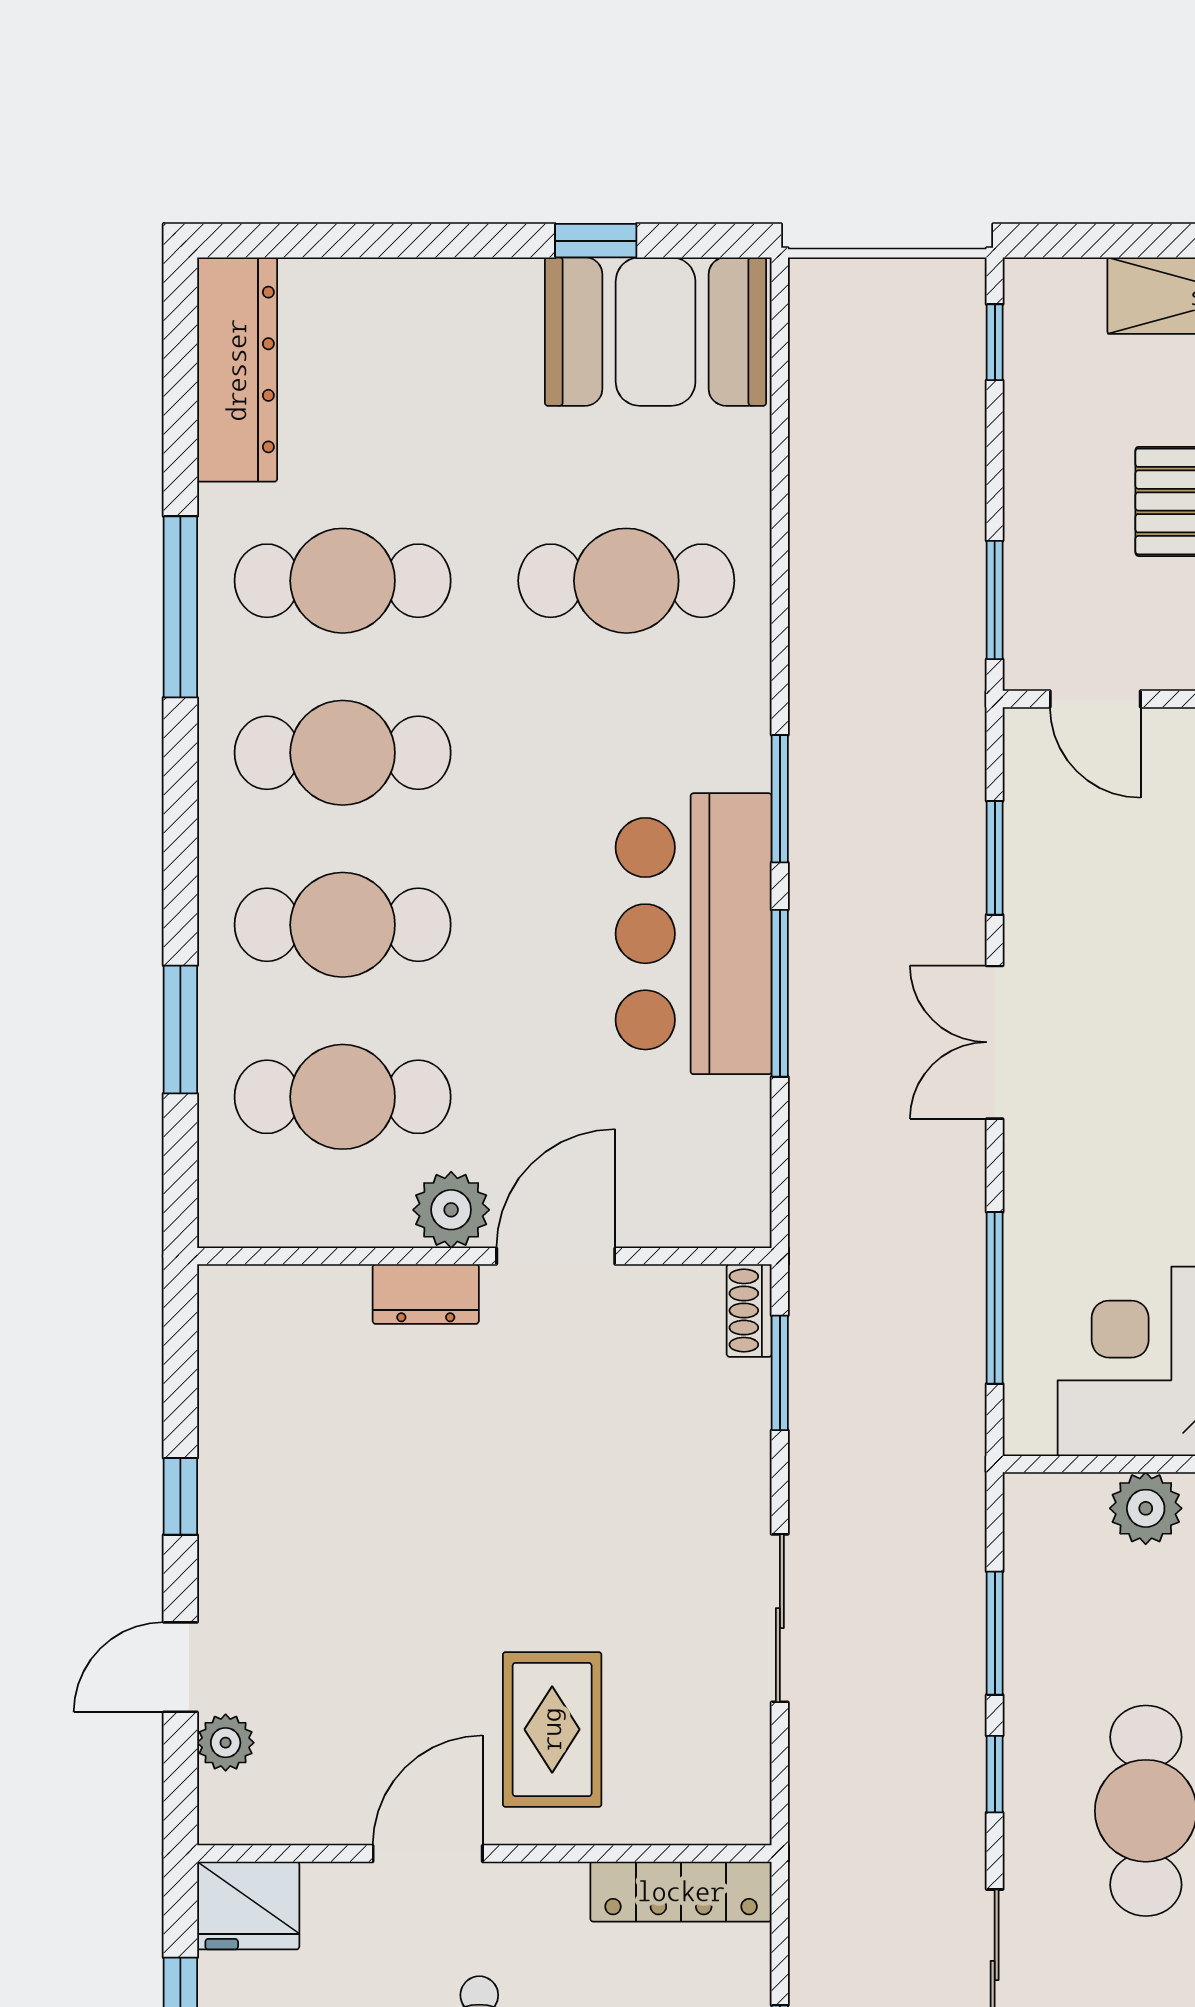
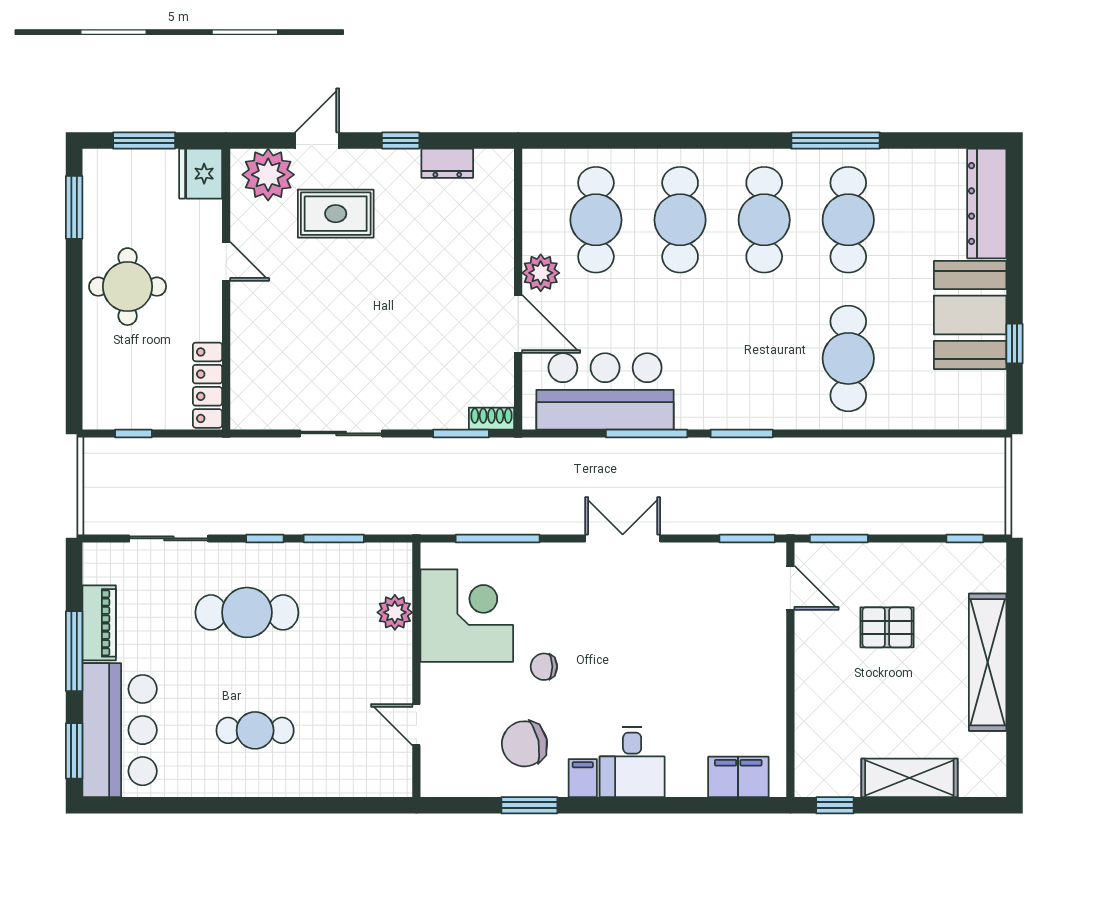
booth: (656, 332) -> (970, 315), moved
dresser: (237, 370) -> (987, 203), moved, turned 90
door: (1095, 699) -> (790, 588), swing flipped
window: (995, 858) -> (747, 538), moved
bar counter: (694, 934) -> (605, 391), moved
window: (180, 1029) -> (629, 140), removed
dresser: (426, 1294) -> (447, 163), moved, turned -90
door: (180, 1667) -> (317, 140), hinge flipped
rug: (552, 1729) -> (336, 214), moved
plant: (226, 1743) -> (268, 175), width x1.87, depth x1.87
door: (428, 1853) -> (226, 261), width x0.73

